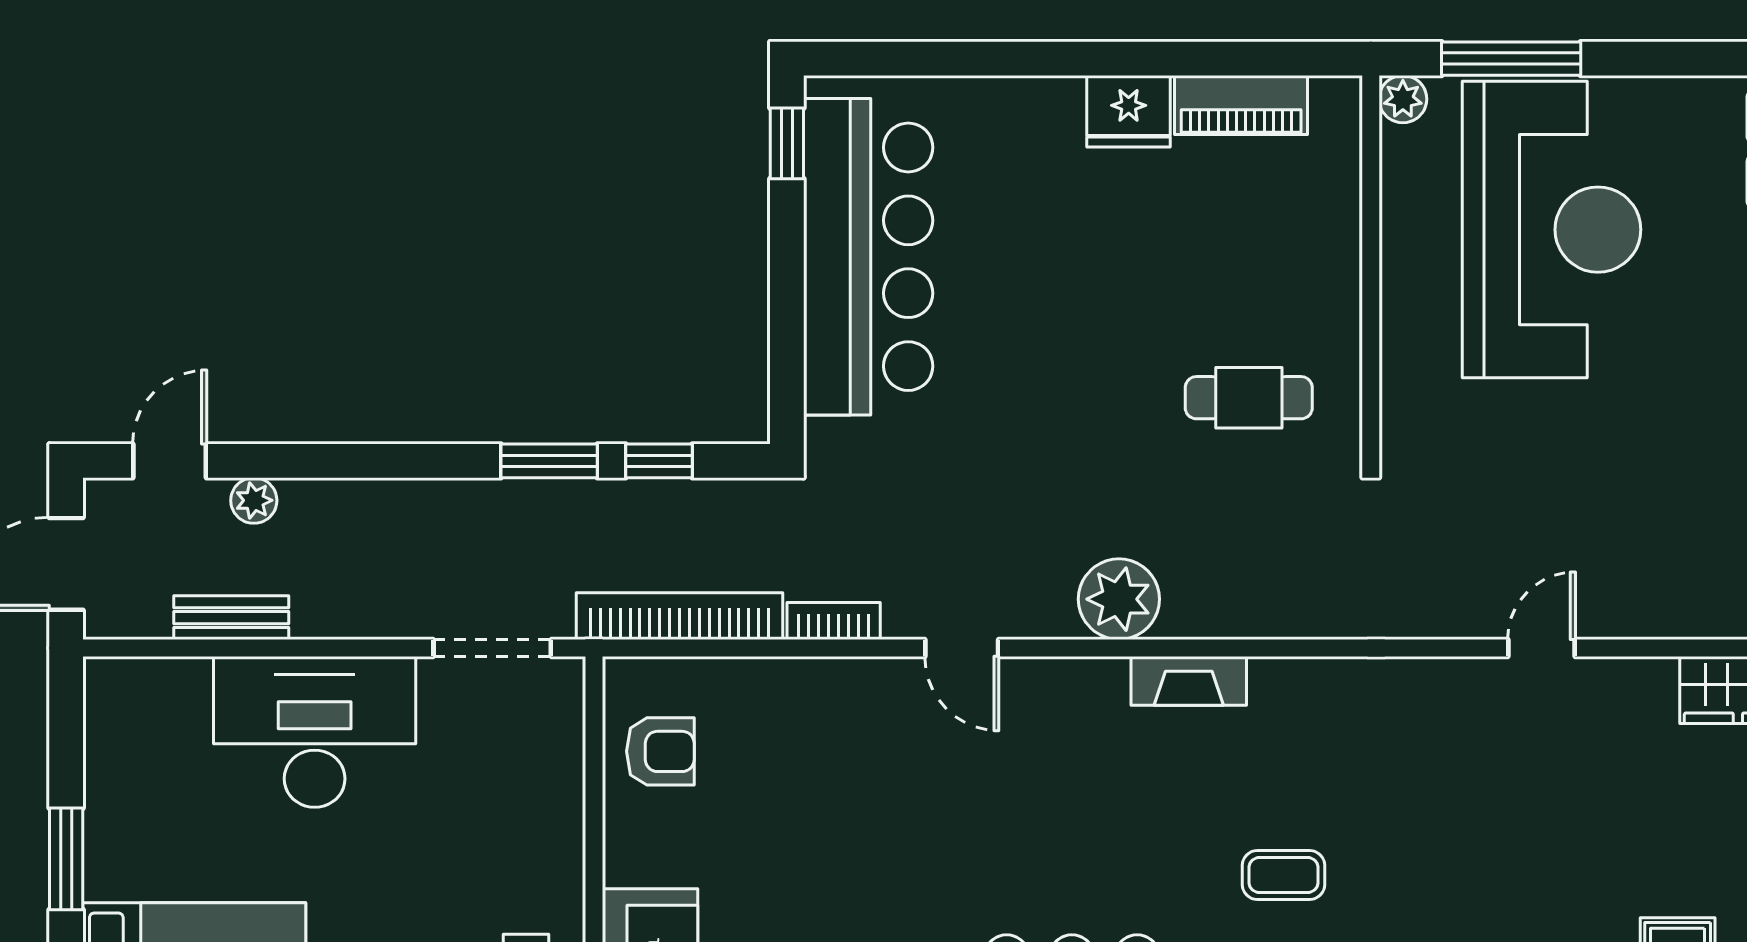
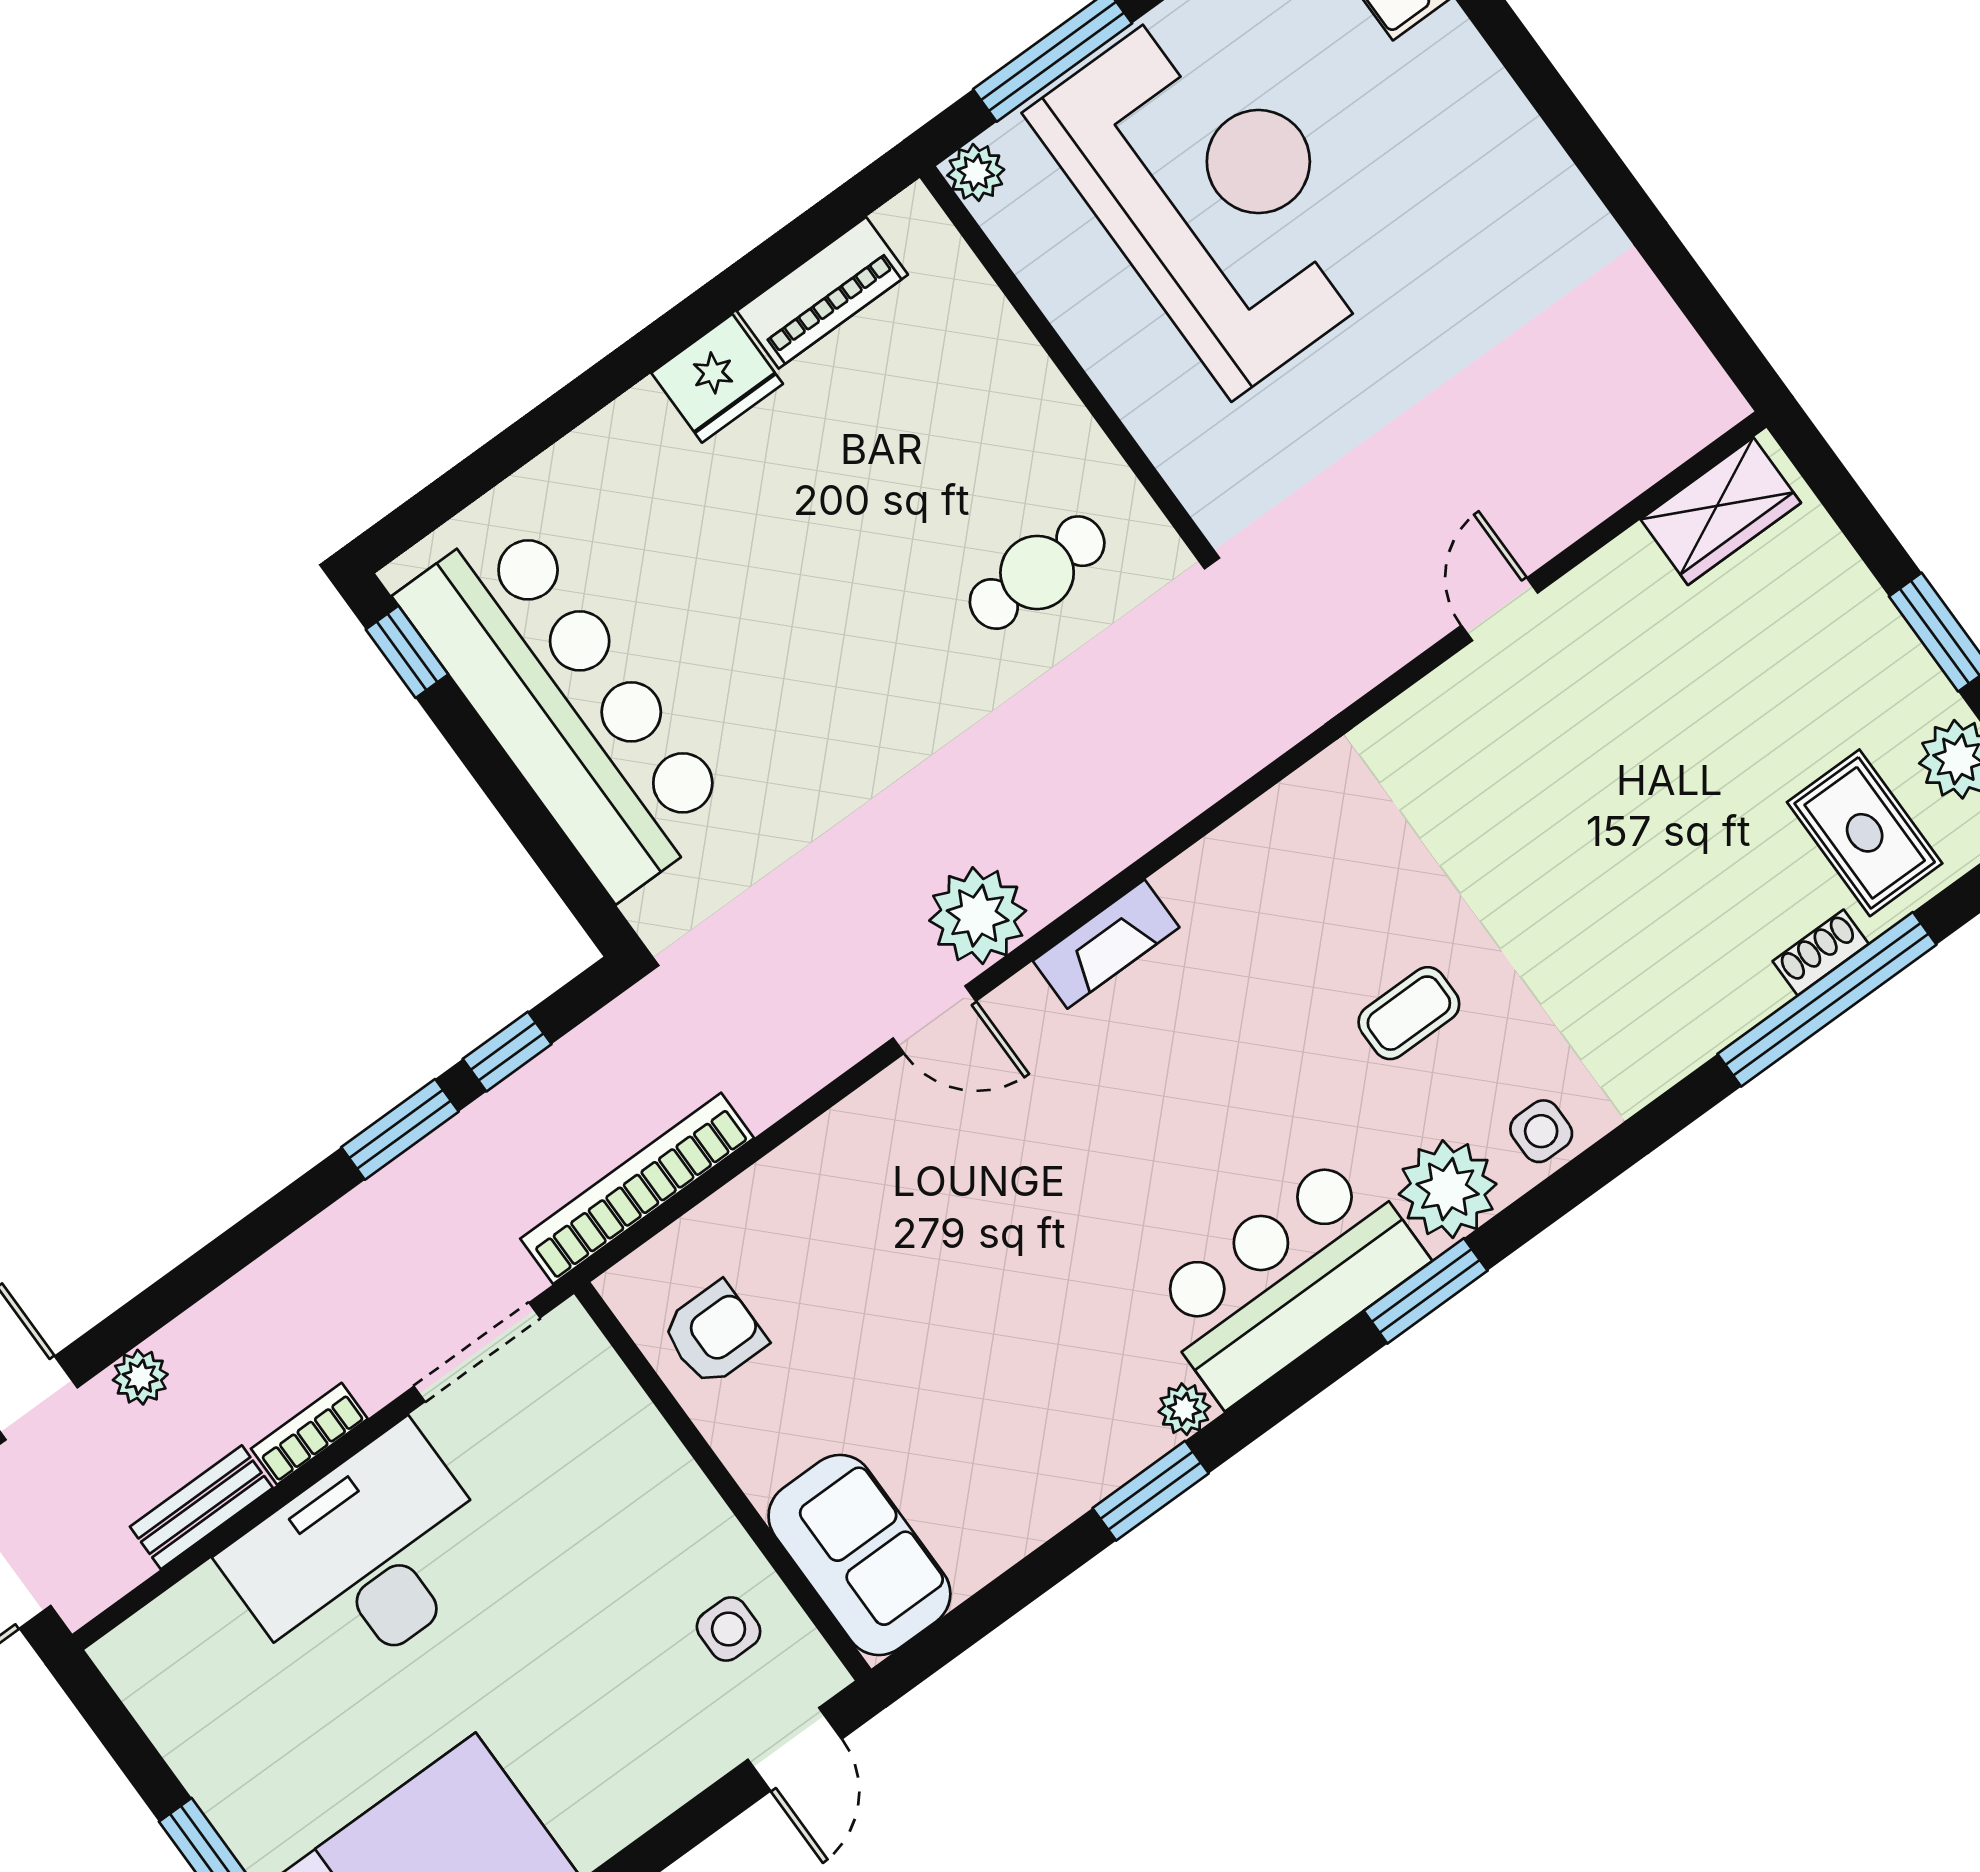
plant: (1119, 599) -> (978, 916), moved
bookcase: (834, 621) -> (309, 1434), moved
fireplace: (1189, 681) -> (1106, 944), moved

